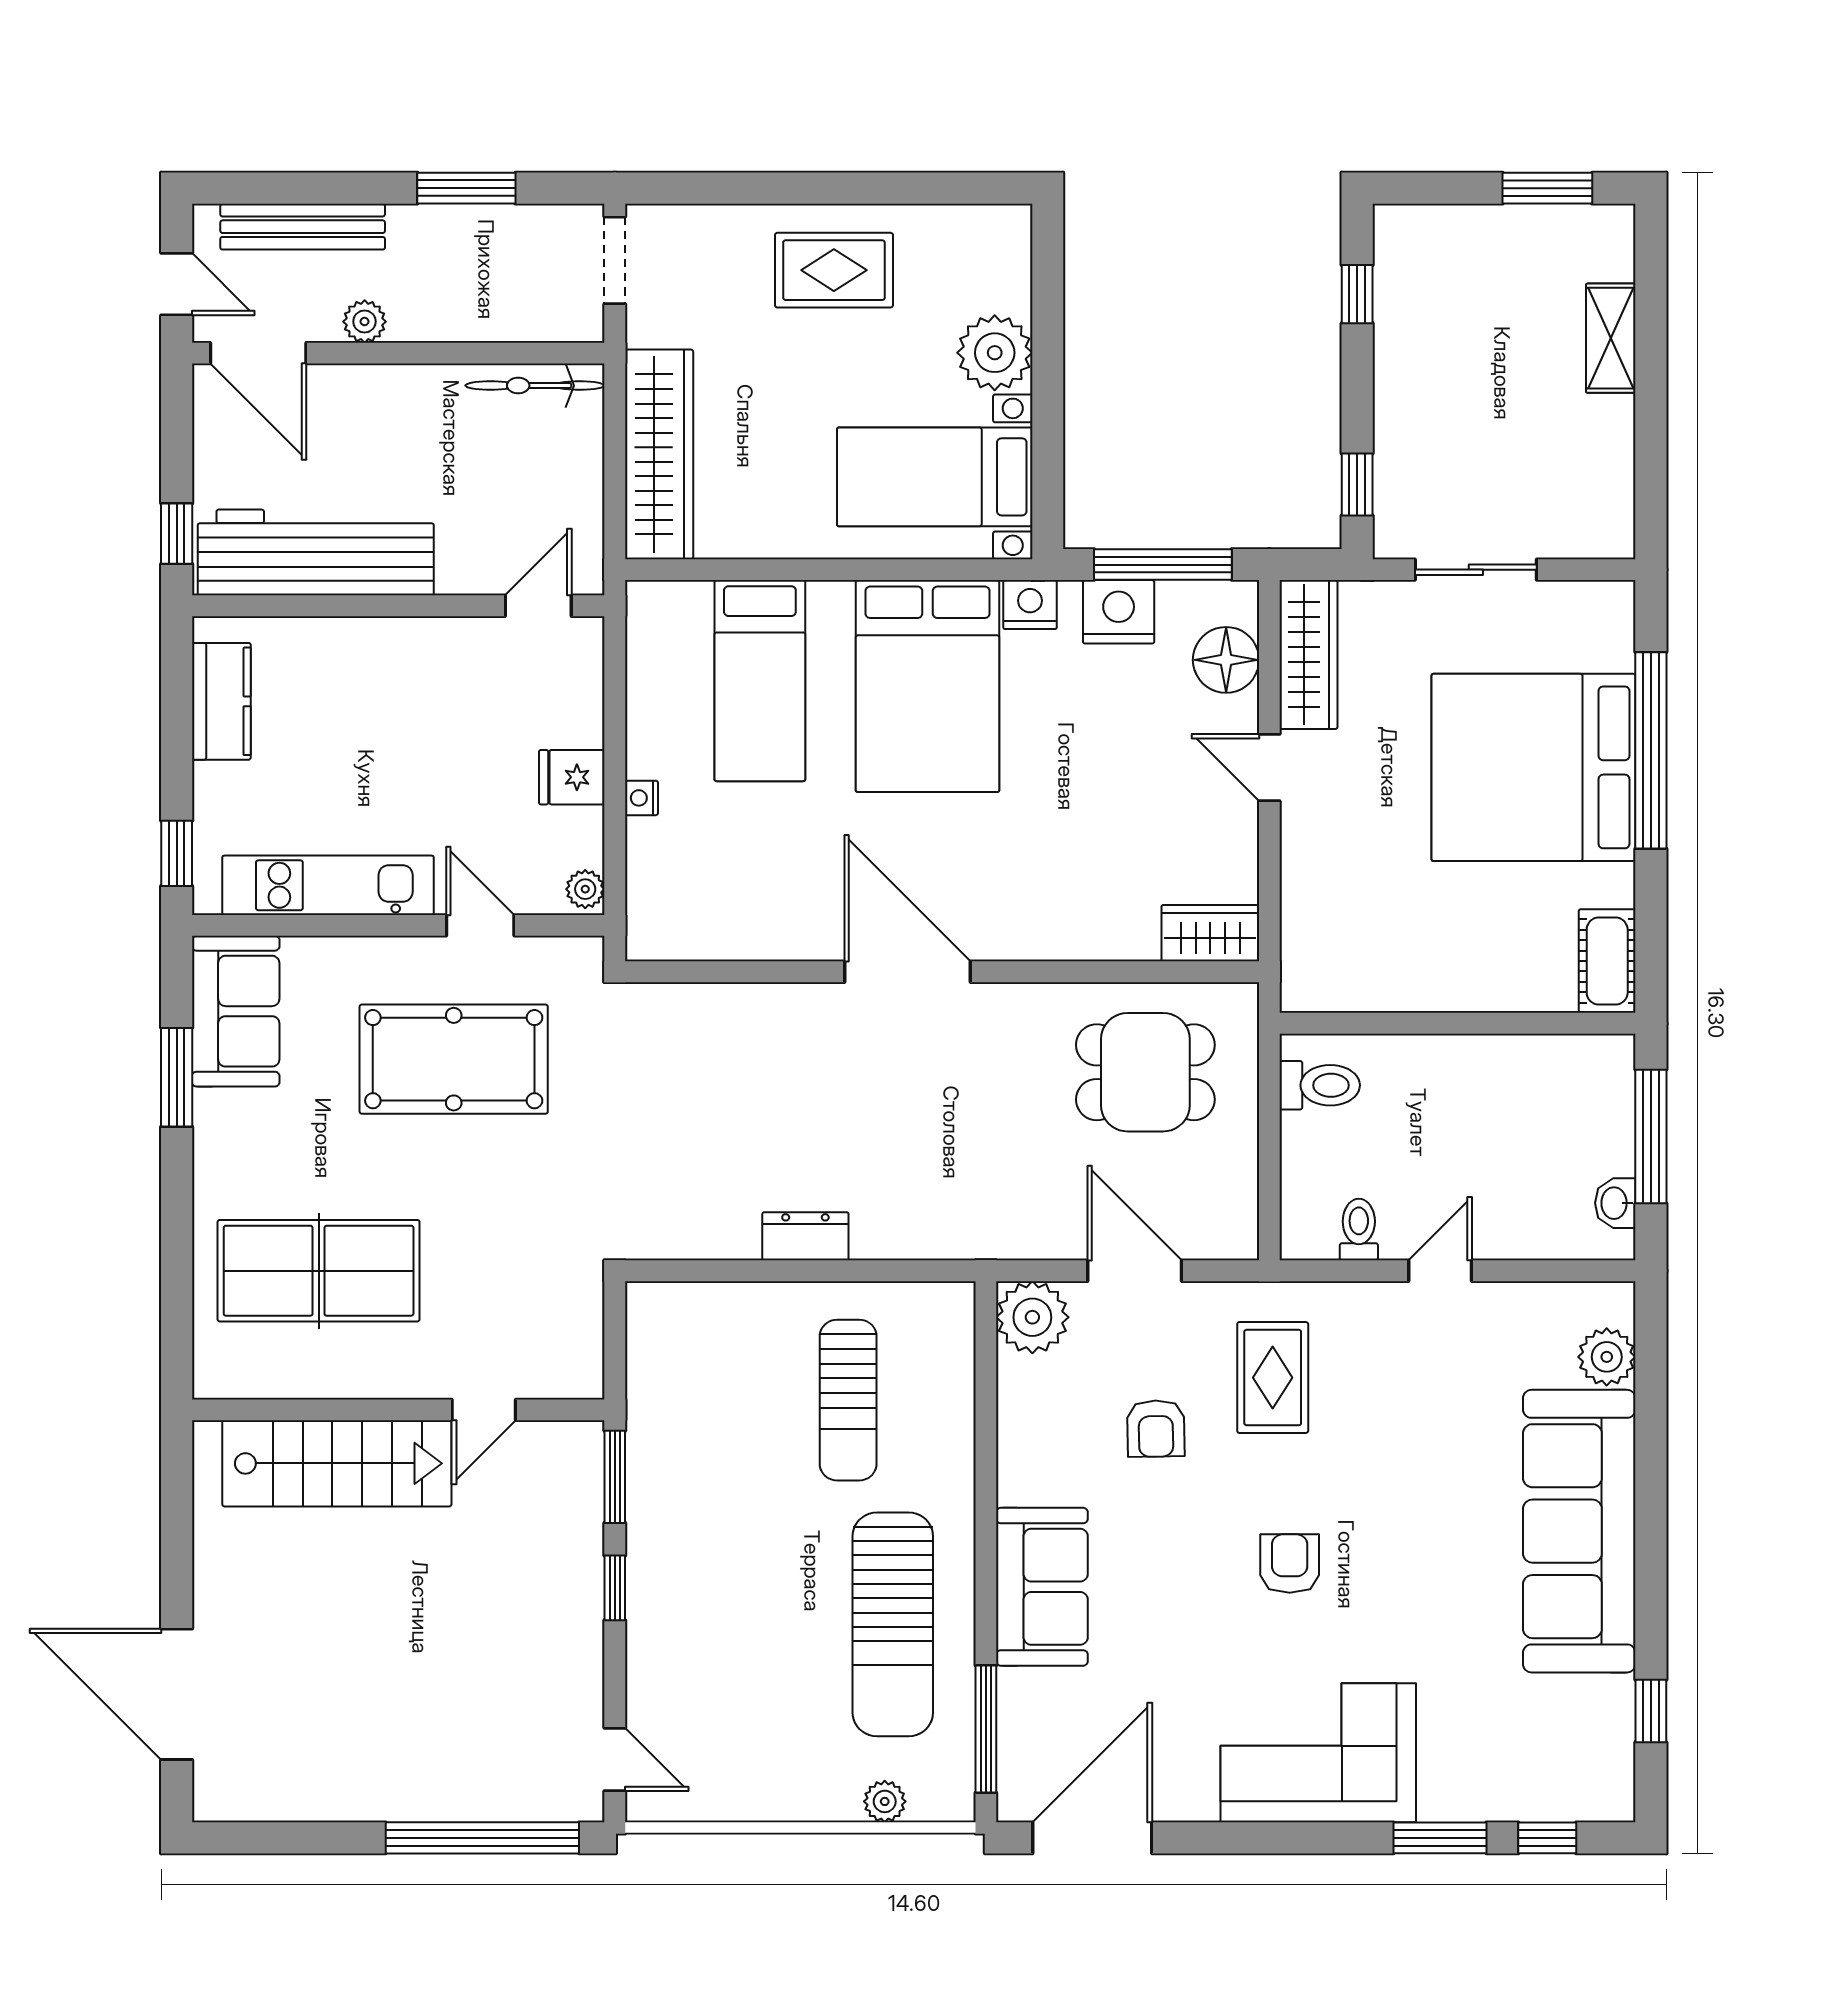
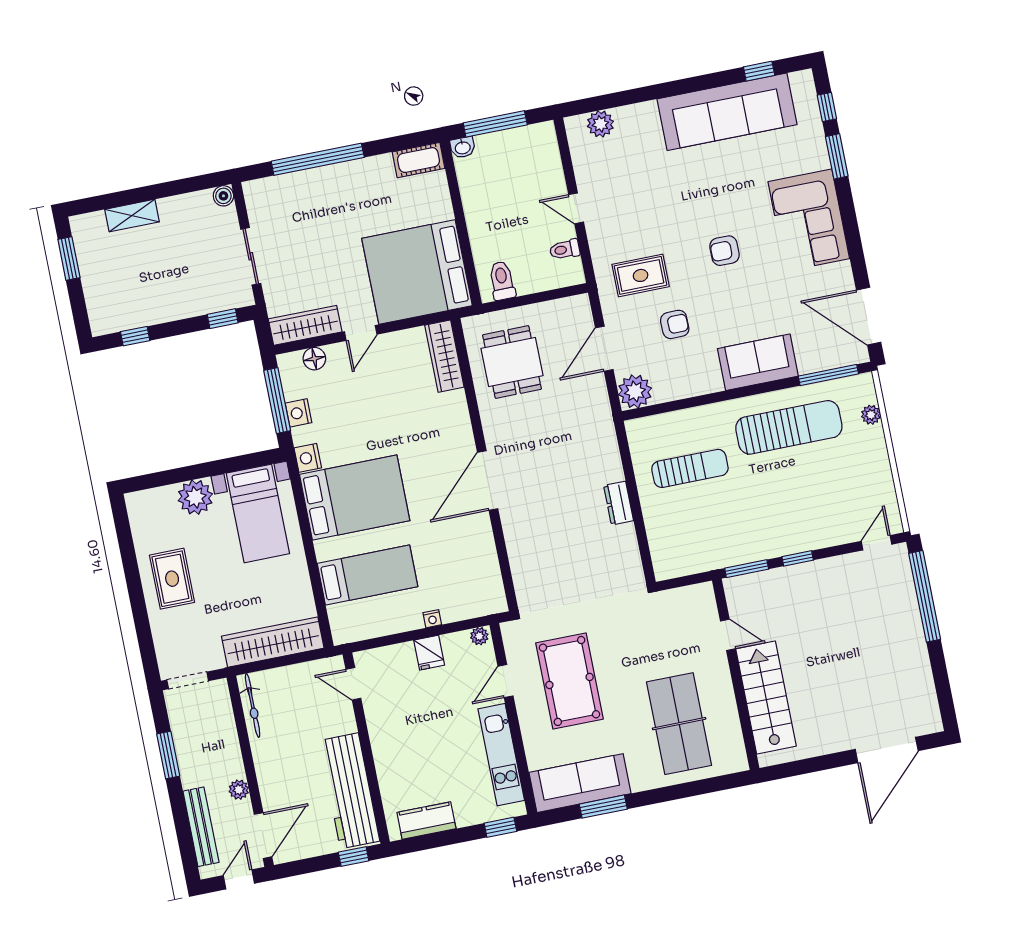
boiler: (1614, 538) -> (223, 196), added
nightstand: (1119, 612) -> (298, 413), width x0.74, depth x0.75
floor lamp: (1226, 660) -> (314, 359), width x0.73, depth x0.73
bed: (1534, 767) -> (417, 272), moved, turned 90
wardrobe: (1210, 933) -> (444, 356), width x1.50
sofa: (236, 1011) -> (580, 783), width x1.36
washbasin: (1615, 1203) -> (463, 147), moved
sofa: (1579, 1531) -> (727, 112), moved

